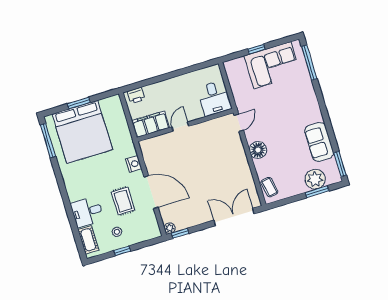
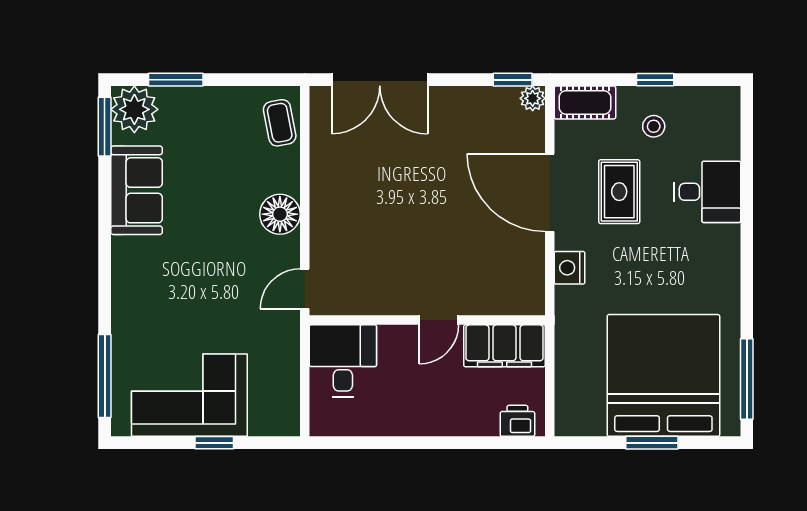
plant: (315, 179) -> (134, 109), moved
cot: (88, 240) -> (585, 102), moved, turned 90

